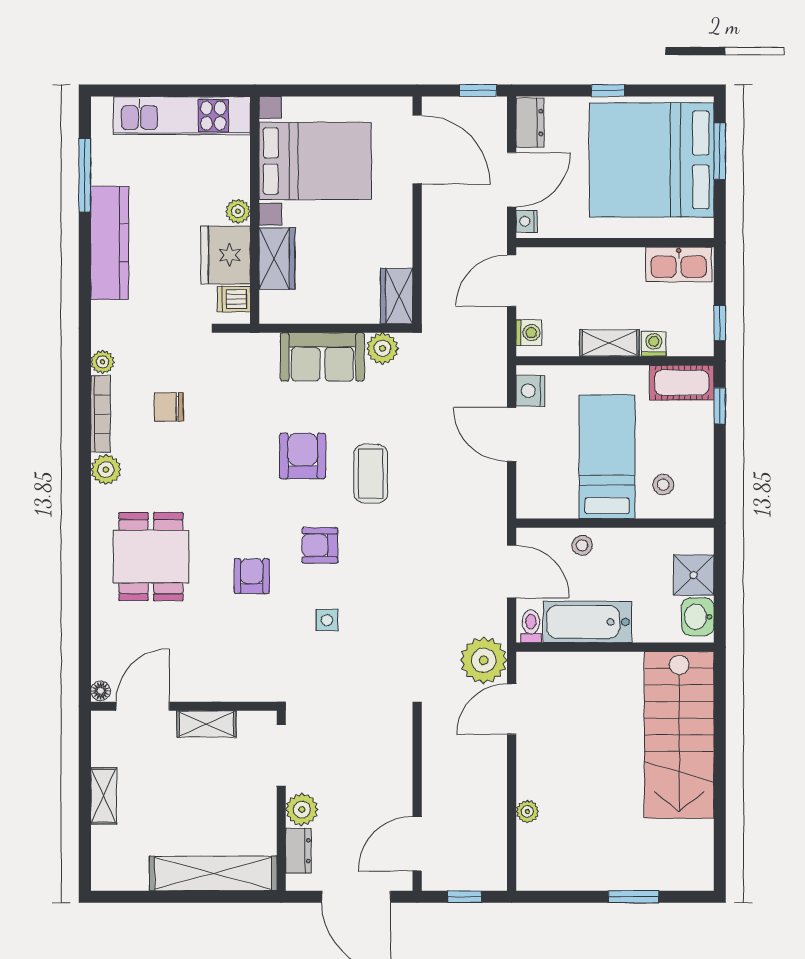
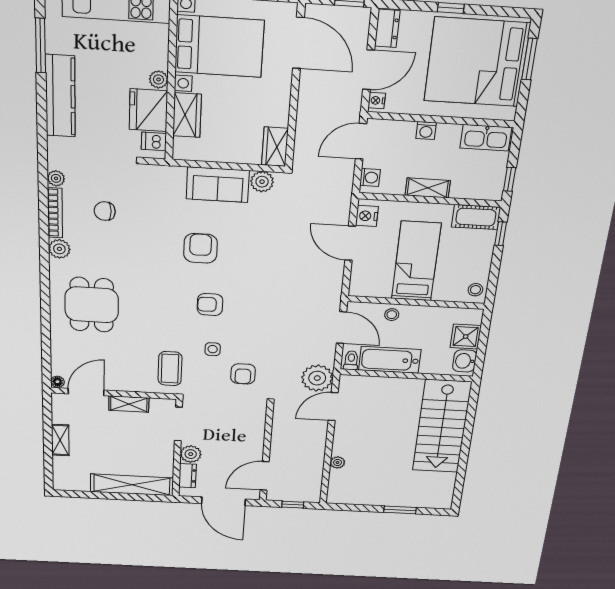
washing machine: (654, 344) -> (426, 131), moved, turned 180
coffee table: (371, 474) -> (170, 369), moved
stool: (663, 485) -> (475, 290), moved
armchair: (252, 576) -> (243, 374), moved, turned 180

